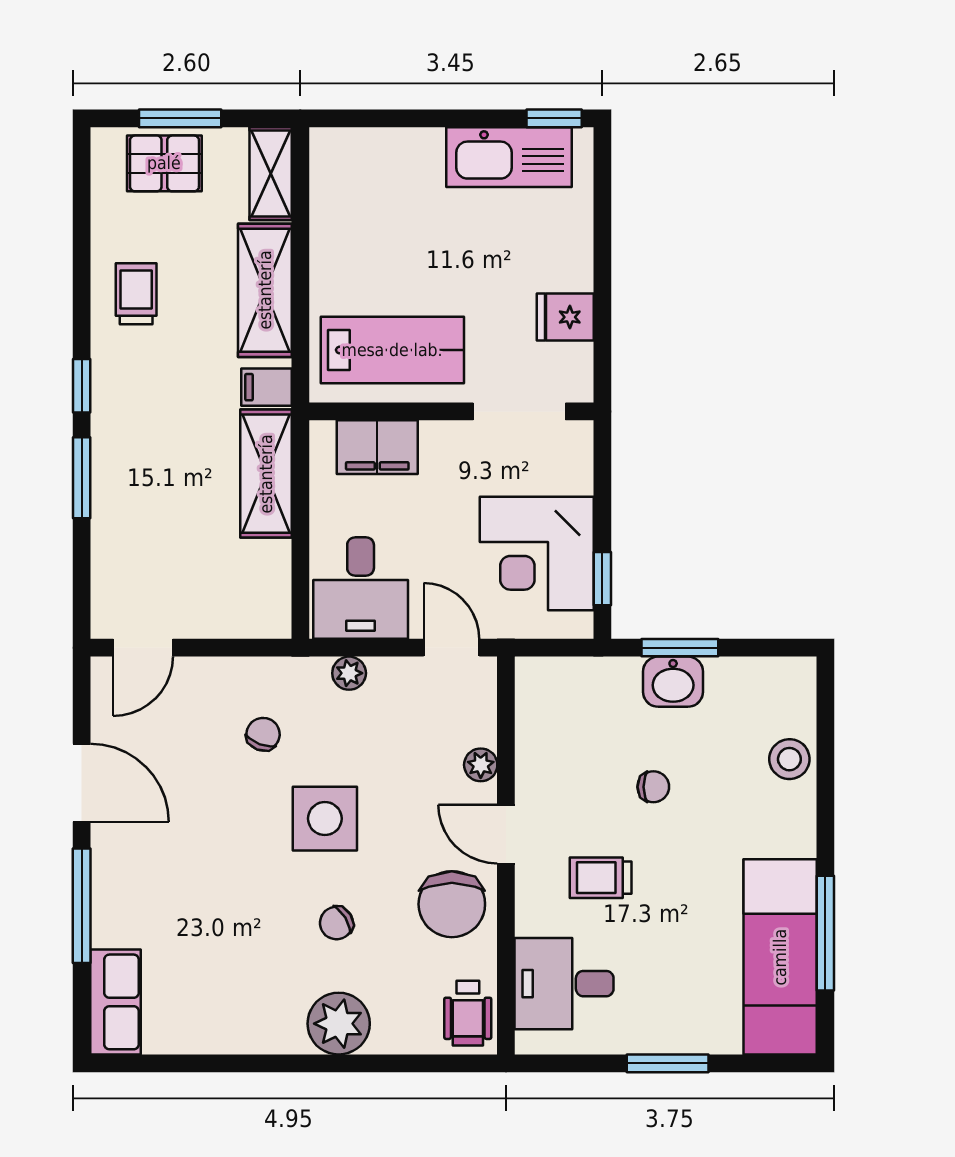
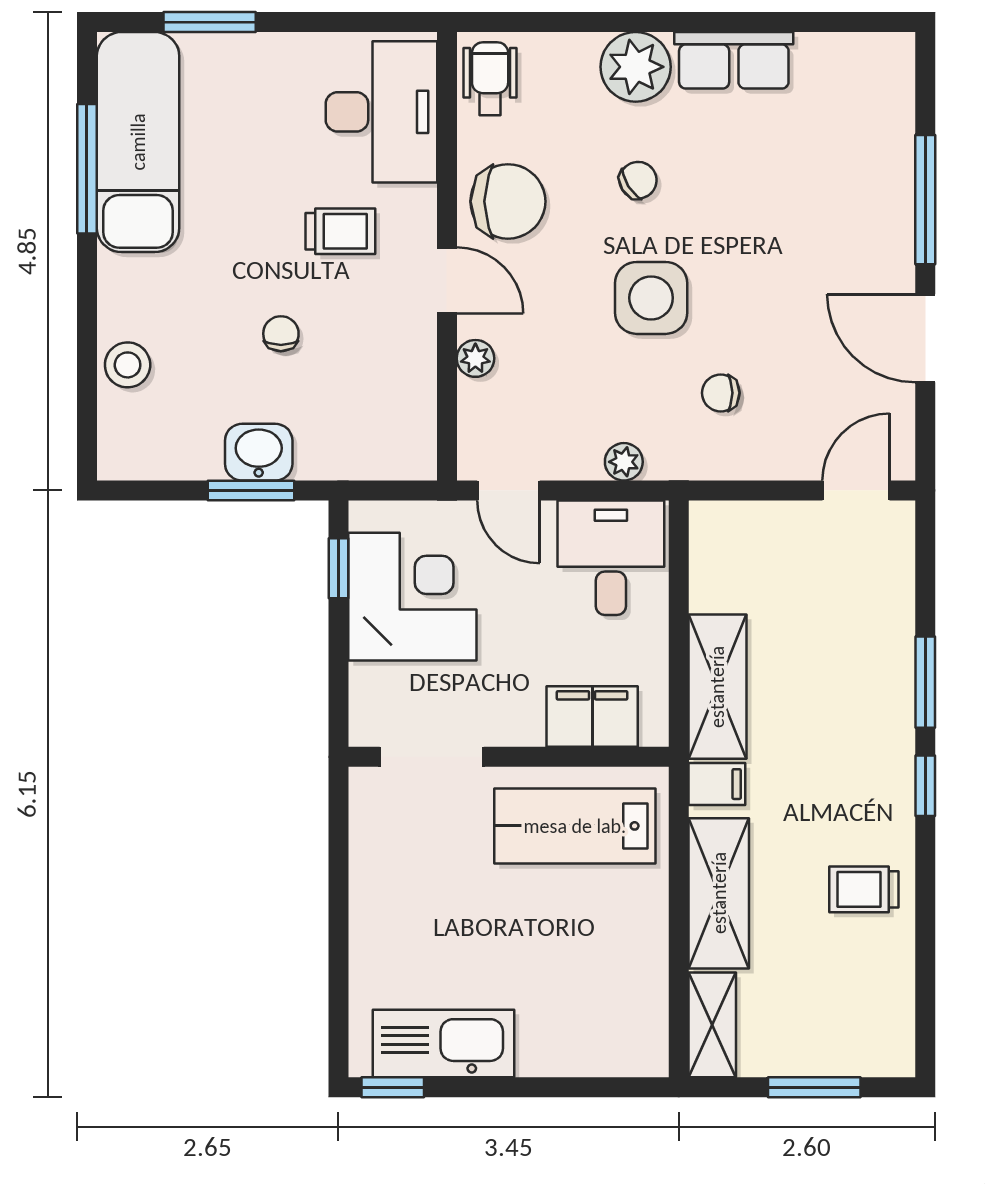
pallet: (164, 163) -> (832, 1036), removed
trolley: (136, 294) -> (864, 889), turned 90
fridge: (565, 317) -> (380, 863), removed
chair: (263, 734) -> (721, 393), turned 69
chair: (653, 787) -> (281, 334), turned 90
chair: (452, 904) -> (508, 201), turned 90
desk: (564, 984) -> (381, 112), width x1.37
row of seats: (116, 1002) -> (734, 60), moved, turned -90
window: (668, 1063) -> (210, 22), moved

